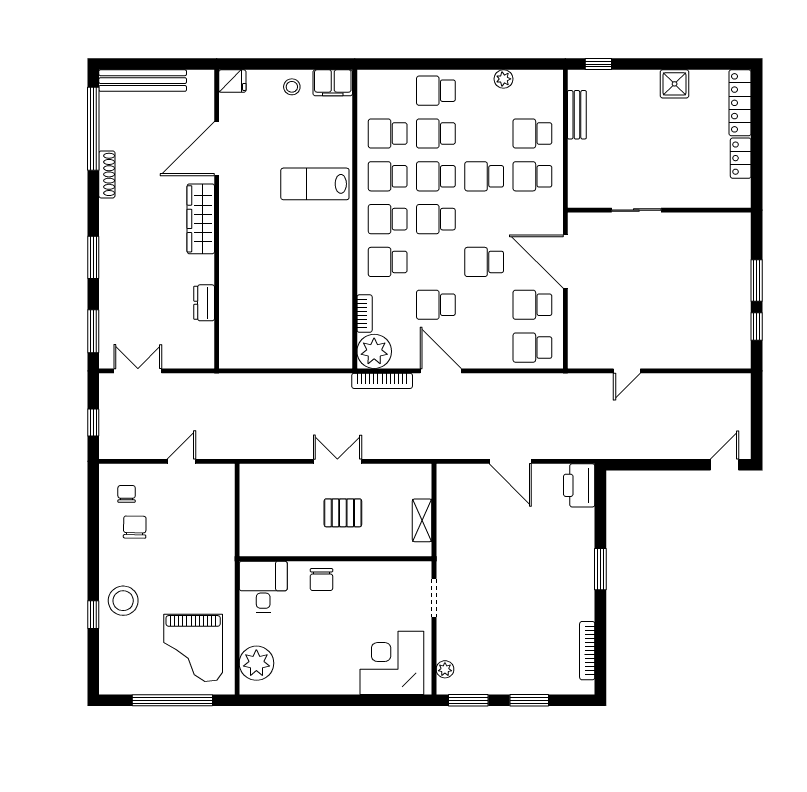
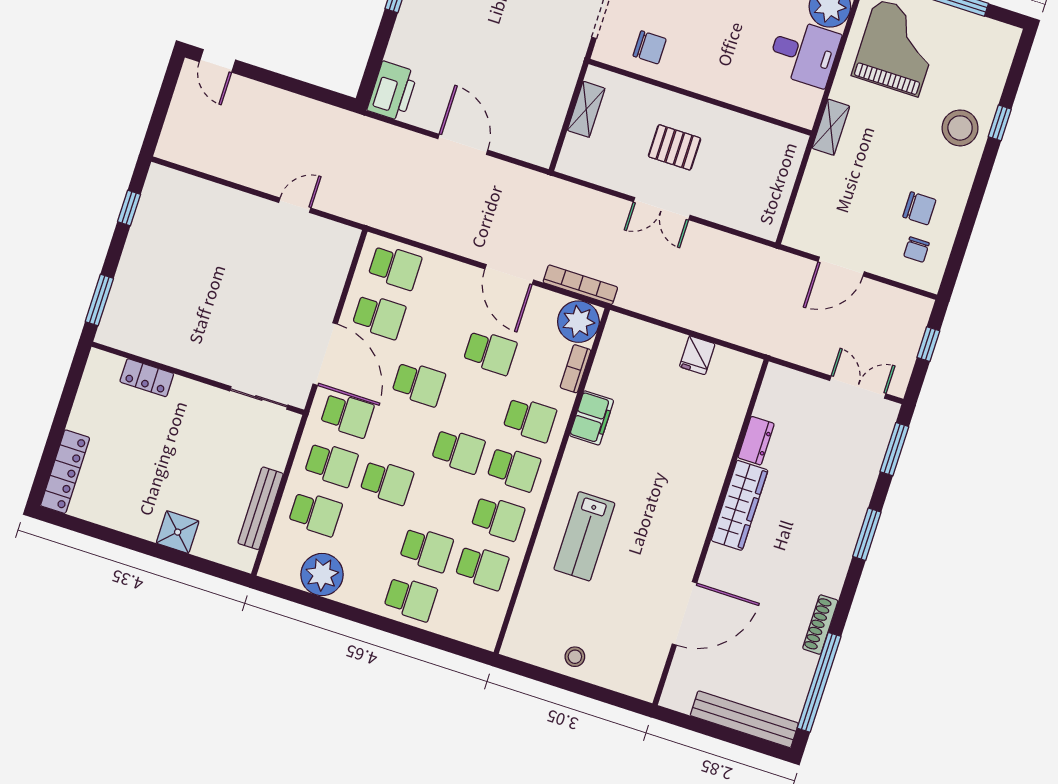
window: (598, 64) -> (214, 569), removed
plant: (504, 79) -> (322, 575), width x1.87, depth x1.87
fridge: (232, 81) -> (697, 355), moved, turned -90
filing cabinet: (333, 83) -> (592, 418), moved, turned 90
shower: (675, 84) -> (178, 532), moved
bench: (577, 115) -> (261, 508), width x1.36
locker: (741, 158) -> (147, 378), moved, turned 90
school desk: (436, 176) -> (347, 415), moved
lab bench: (315, 184) -> (584, 536), turned 90
sliding door: (636, 210) -> (259, 398), moved
wardrobe: (201, 219) -> (740, 505), moved
window: (757, 280) -> (99, 300), moved
double door: (138, 371) -> (858, 387), swing flipped
door: (181, 461) -> (841, 267), width x1.38
door: (724, 465) -> (217, 61), hinge flipped
chair: (135, 527) -> (919, 208), turned -91
shelving: (225, 568) -> (831, 127), added
chair: (321, 580) -> (650, 47), moved, turned 90
desk: (263, 587) -> (804, 53), moved, turned -90

